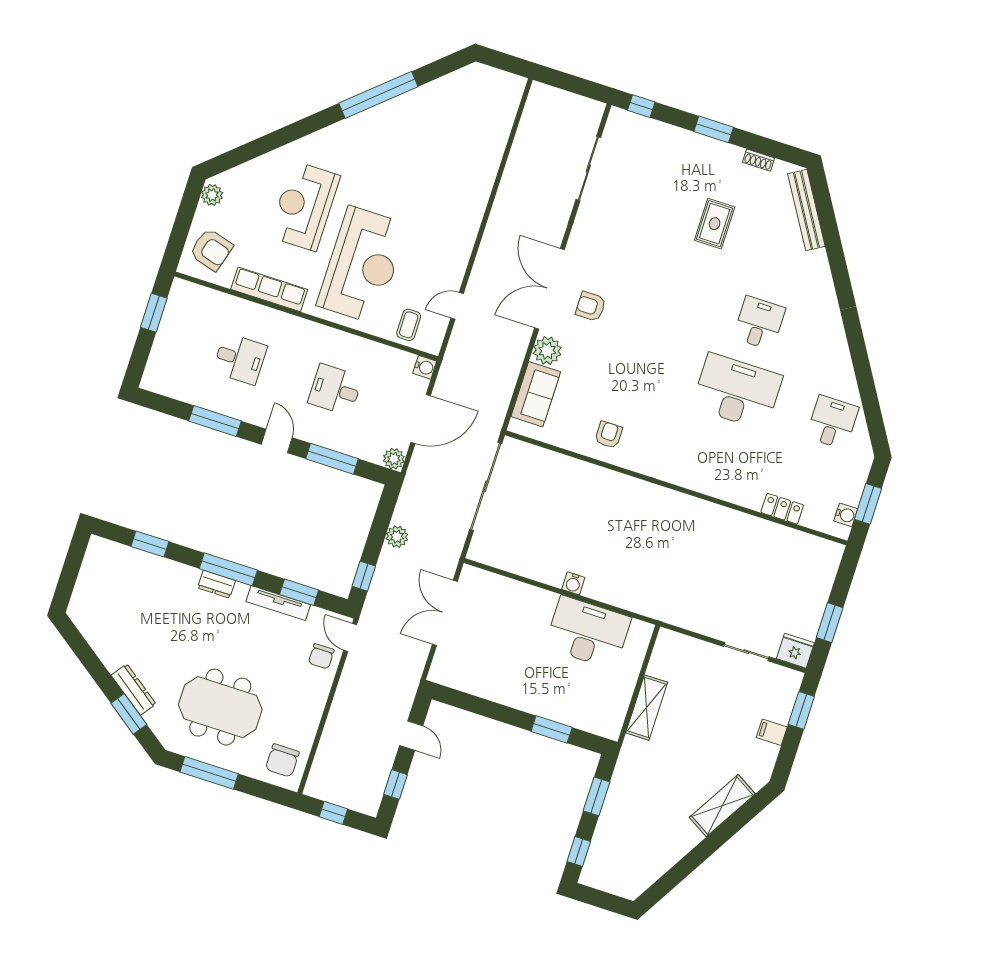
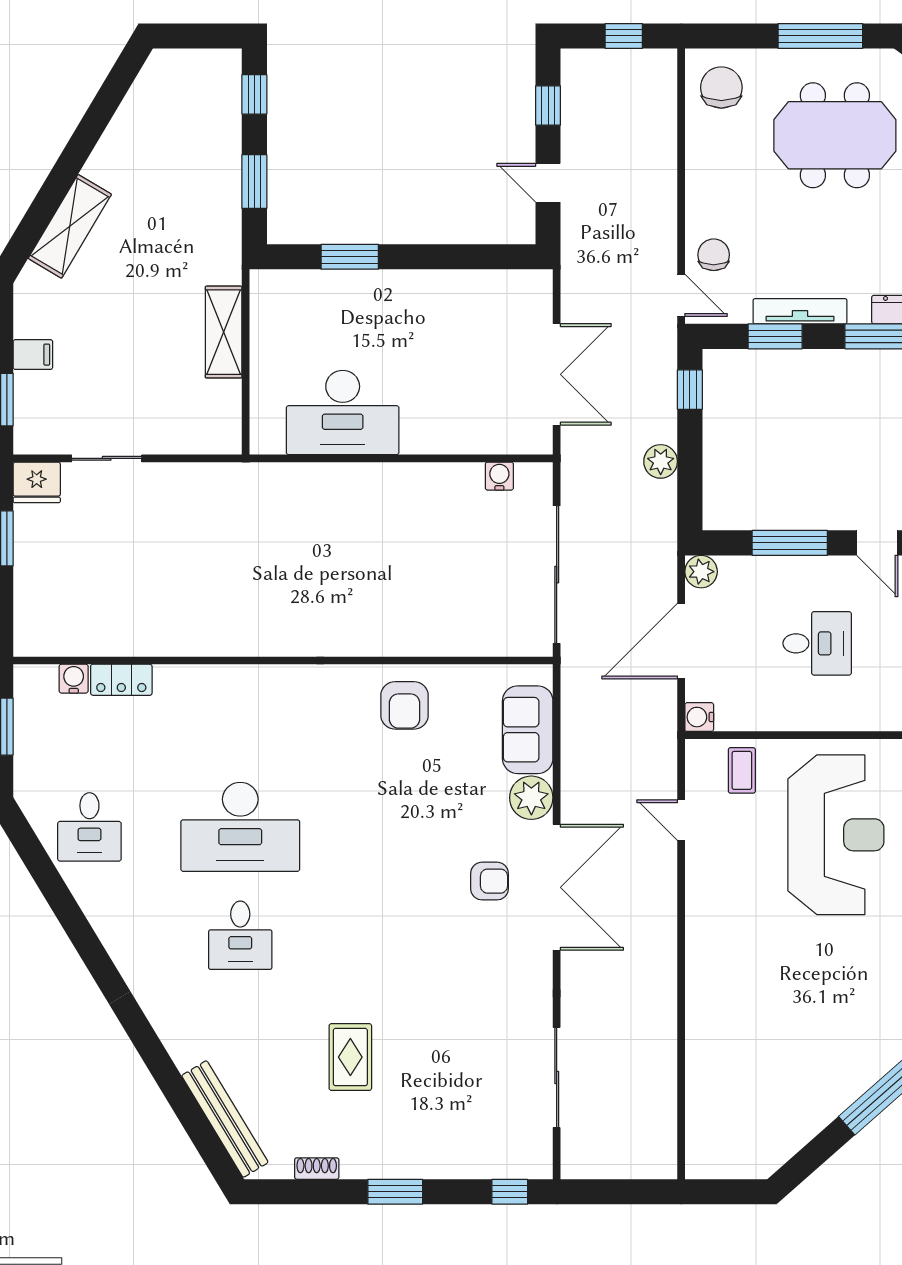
reception desk: (362, 265) -> (836, 835), turned 180
door: (457, 306) -> (681, 820), swing flipped
armchair: (609, 435) -> (404, 705), width x1.38, depth x1.38
water cooler: (846, 515) -> (74, 679), moved, turned 90
water cooler: (573, 583) -> (499, 476), moved

